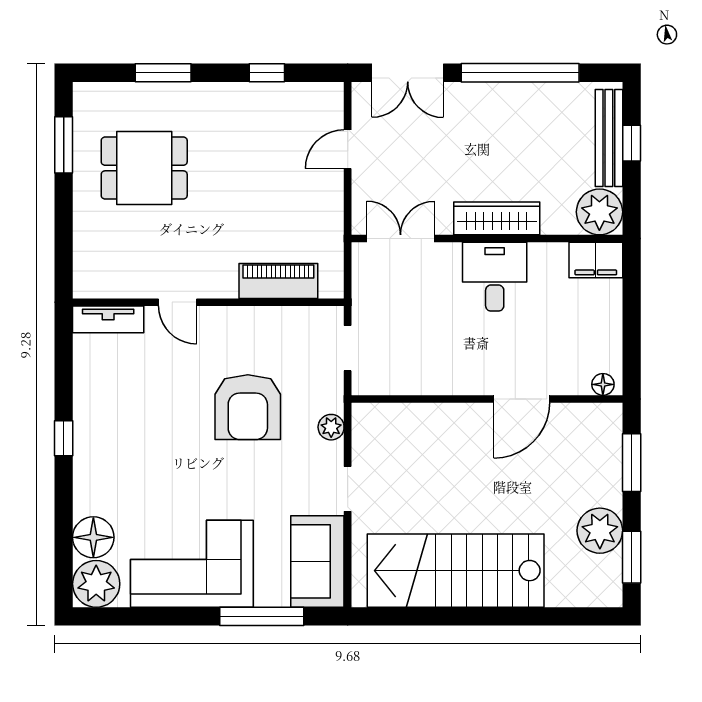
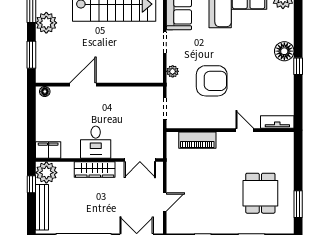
window: (632, 143) -> (31, 184), moved
dining table: (144, 168) -> (260, 193), turned 90
armchair: (248, 407) -> (212, 81), turned 90
floor lamp: (93, 537) -> (284, 51), moved

